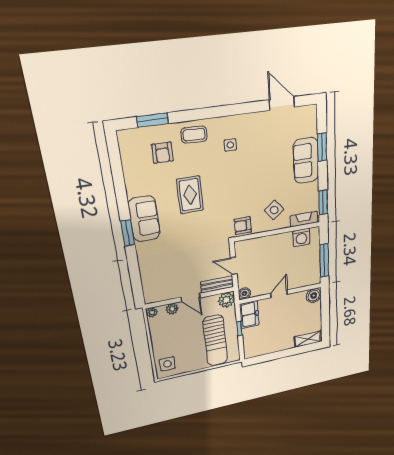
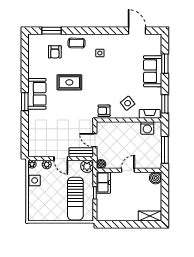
rug: (190, 195) -> (69, 82), turned 90
side table: (167, 364) -> (35, 180), moved

